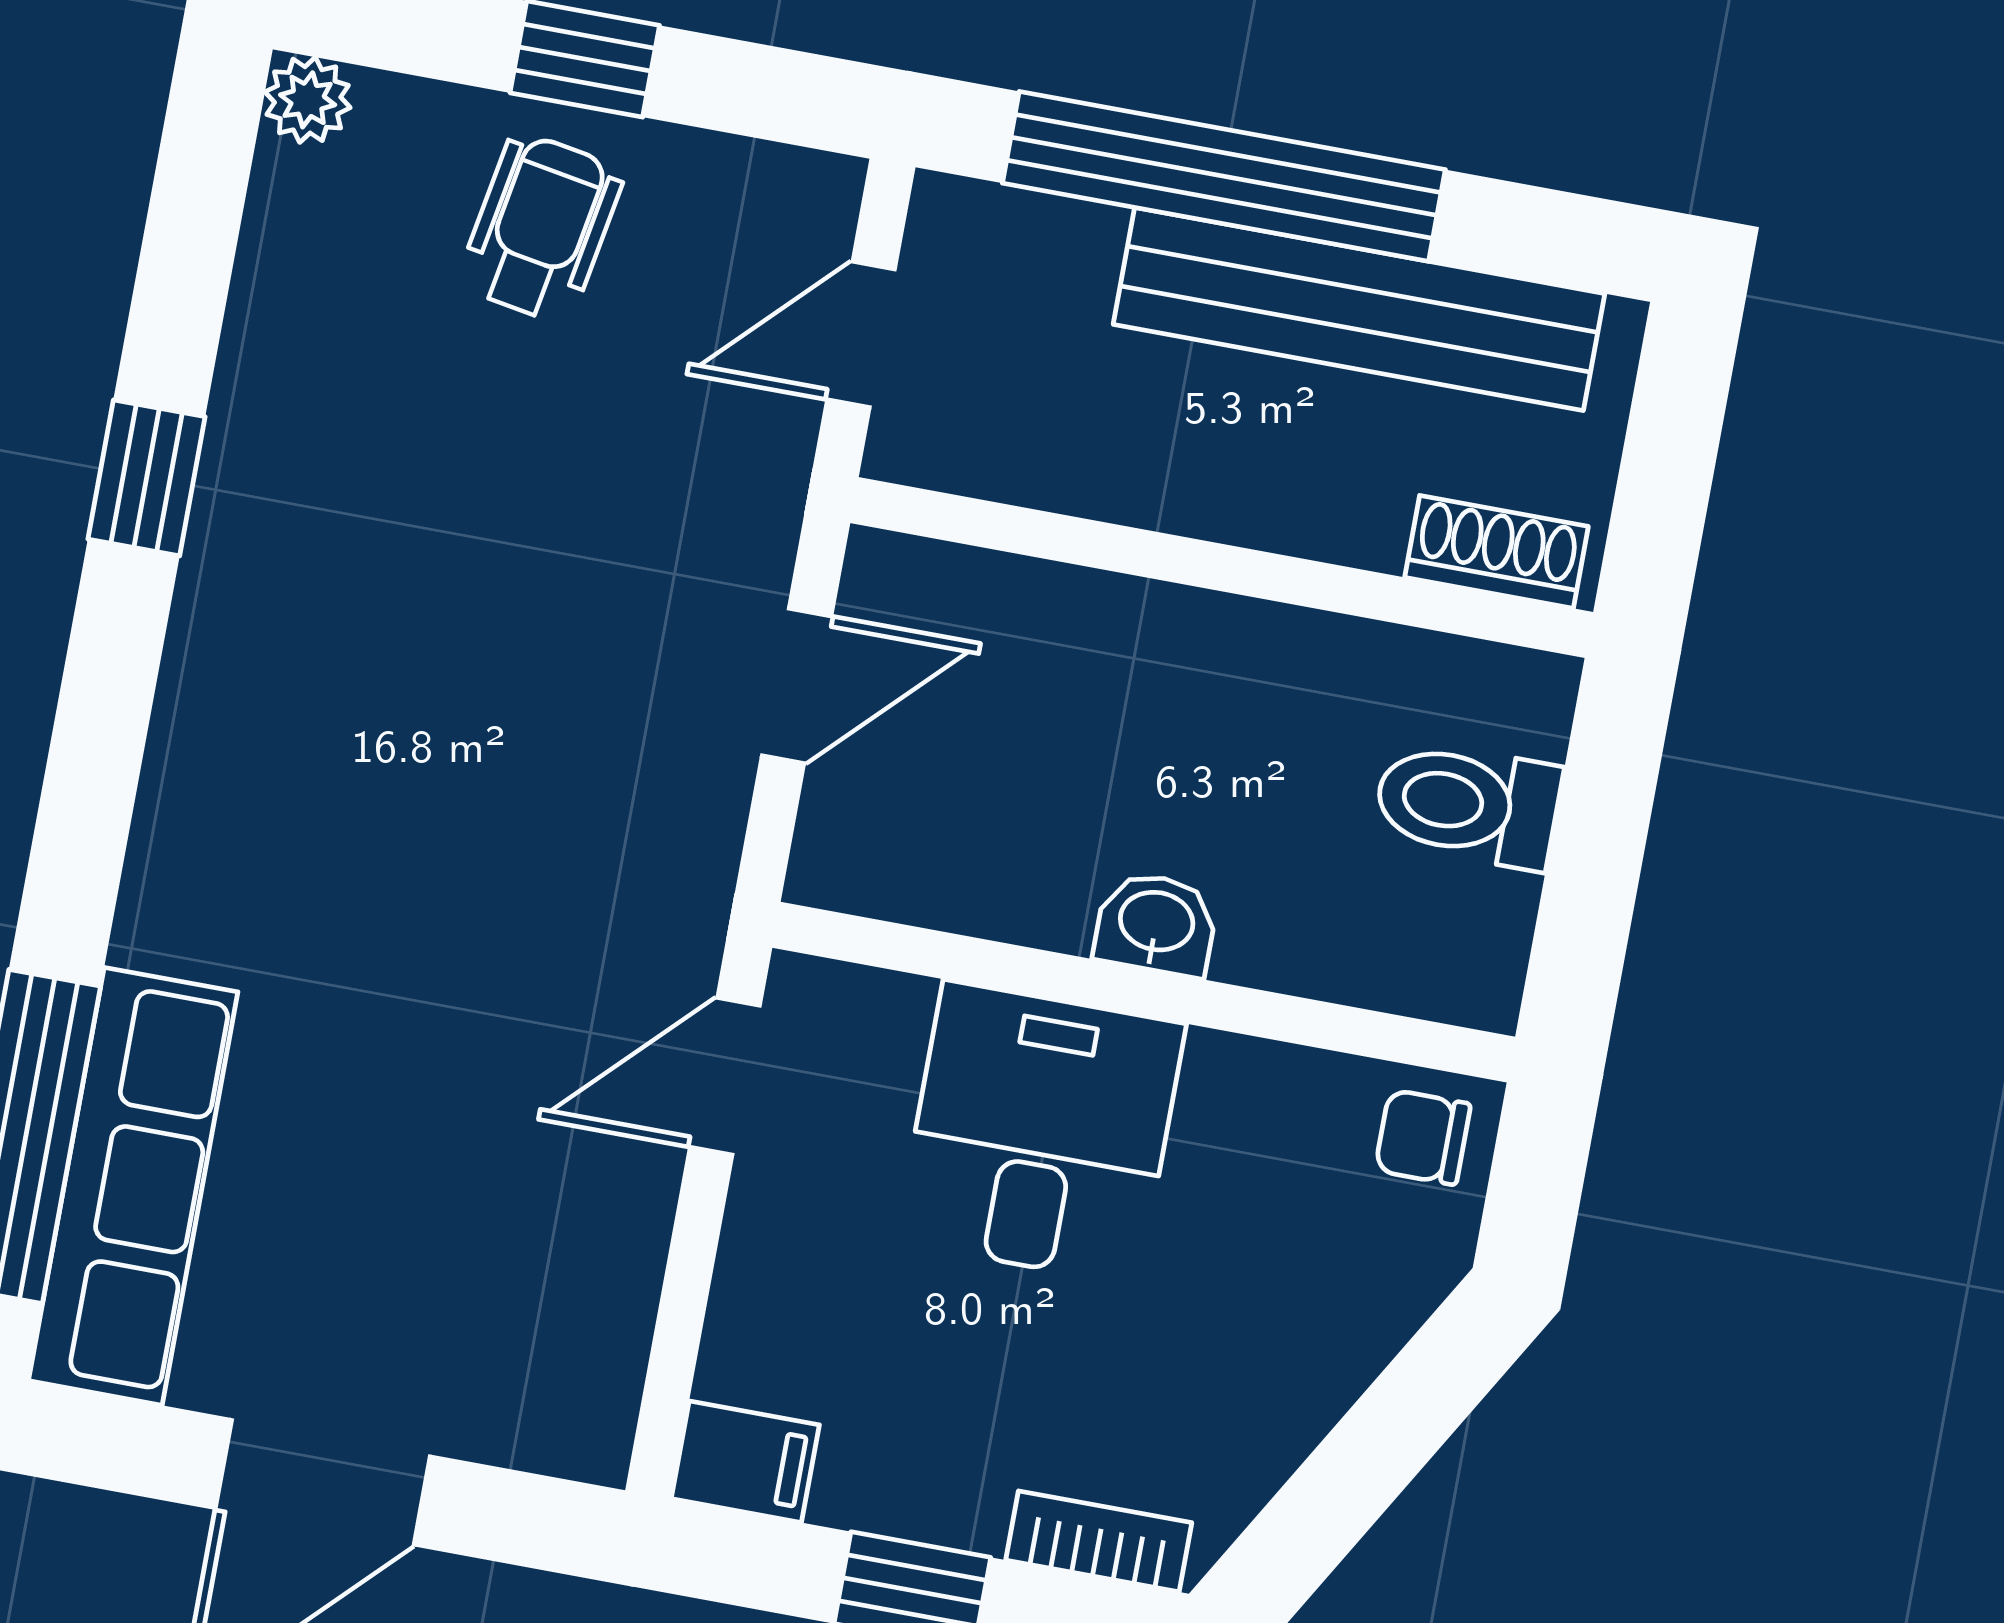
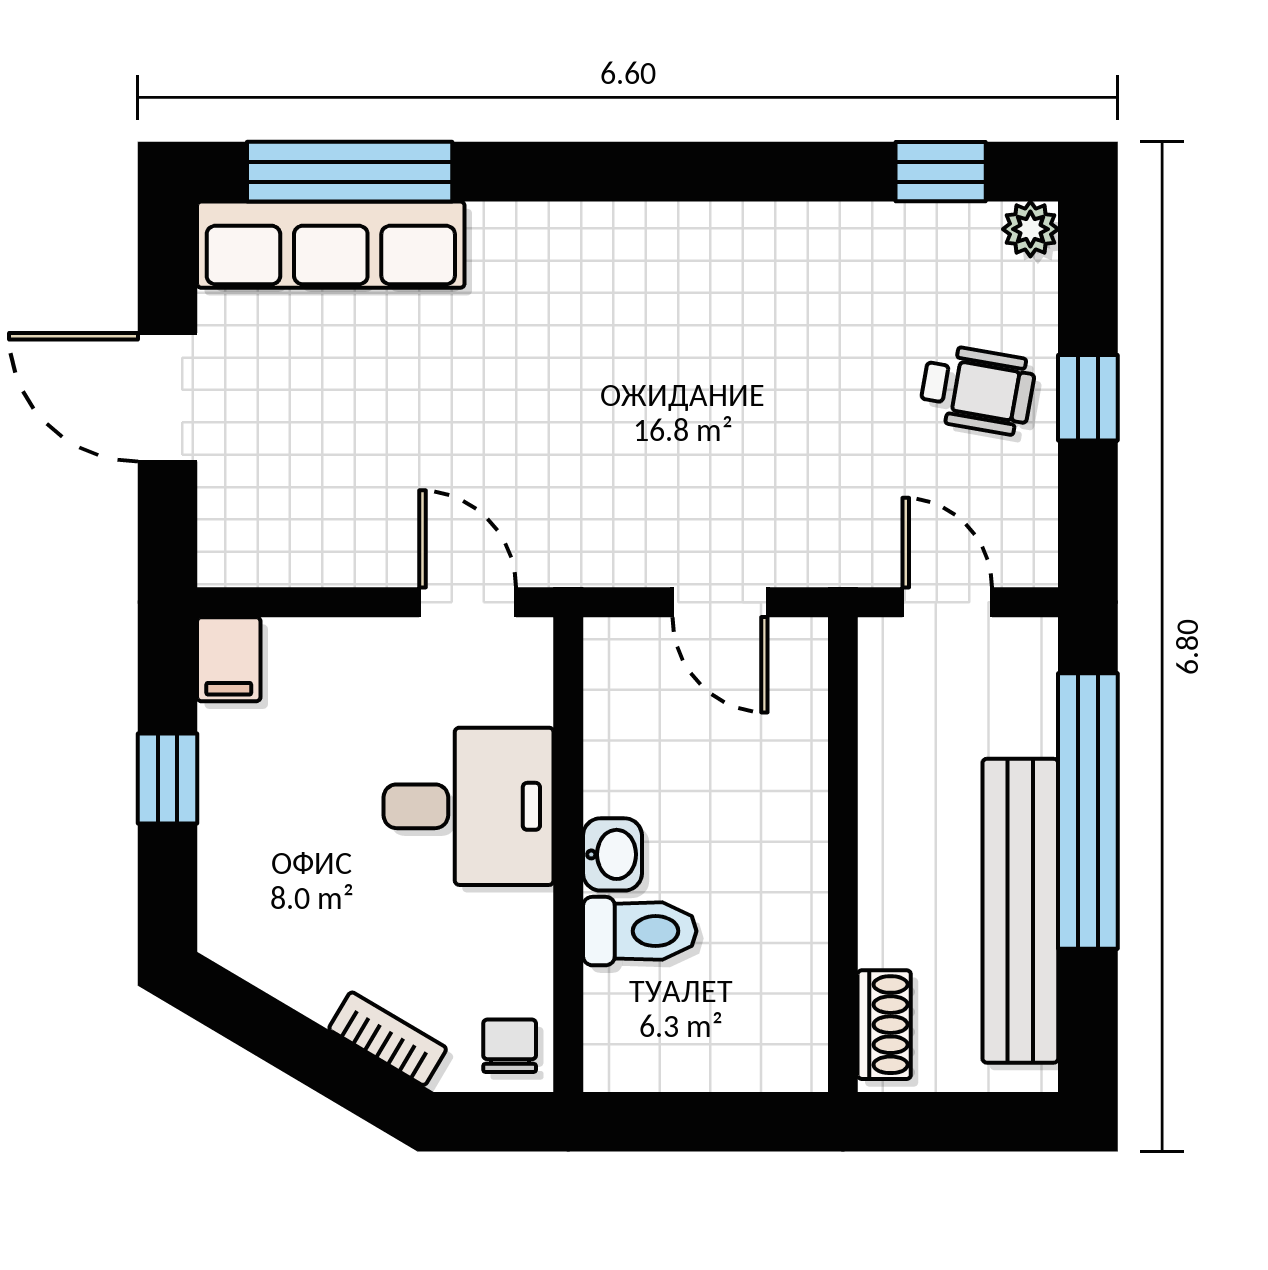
window: (147, 478) -> (941, 172), moved
toilet: (1467, 804) -> (640, 931), moved, turned 90
bookcase: (1099, 1541) -> (388, 1039), moved, turned -59

